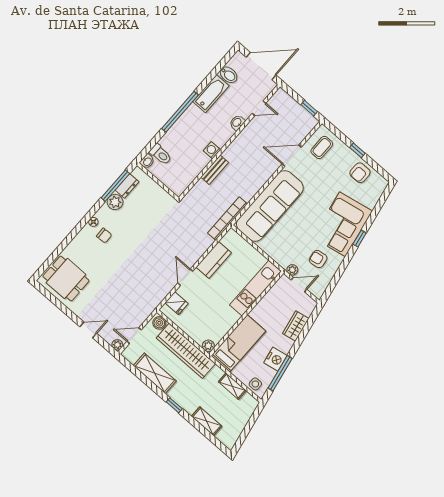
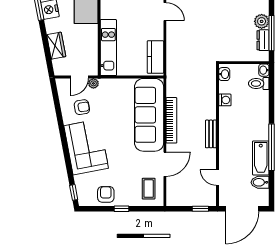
door: (259, 108) -> (218, 177), hinge flipped
window: (309, 108) -> (200, 209), moved
window: (180, 112) -> (272, 147), moved
washbasin: (237, 123) -> (224, 74), moved
washing machine: (212, 150) -> (225, 100), moved
bench: (215, 170) -> (211, 134), moved
bookcase: (228, 218) -> (171, 120), moved
window: (360, 238) -> (74, 192), moved
kitchen counter: (214, 260) -> (155, 57), moved

